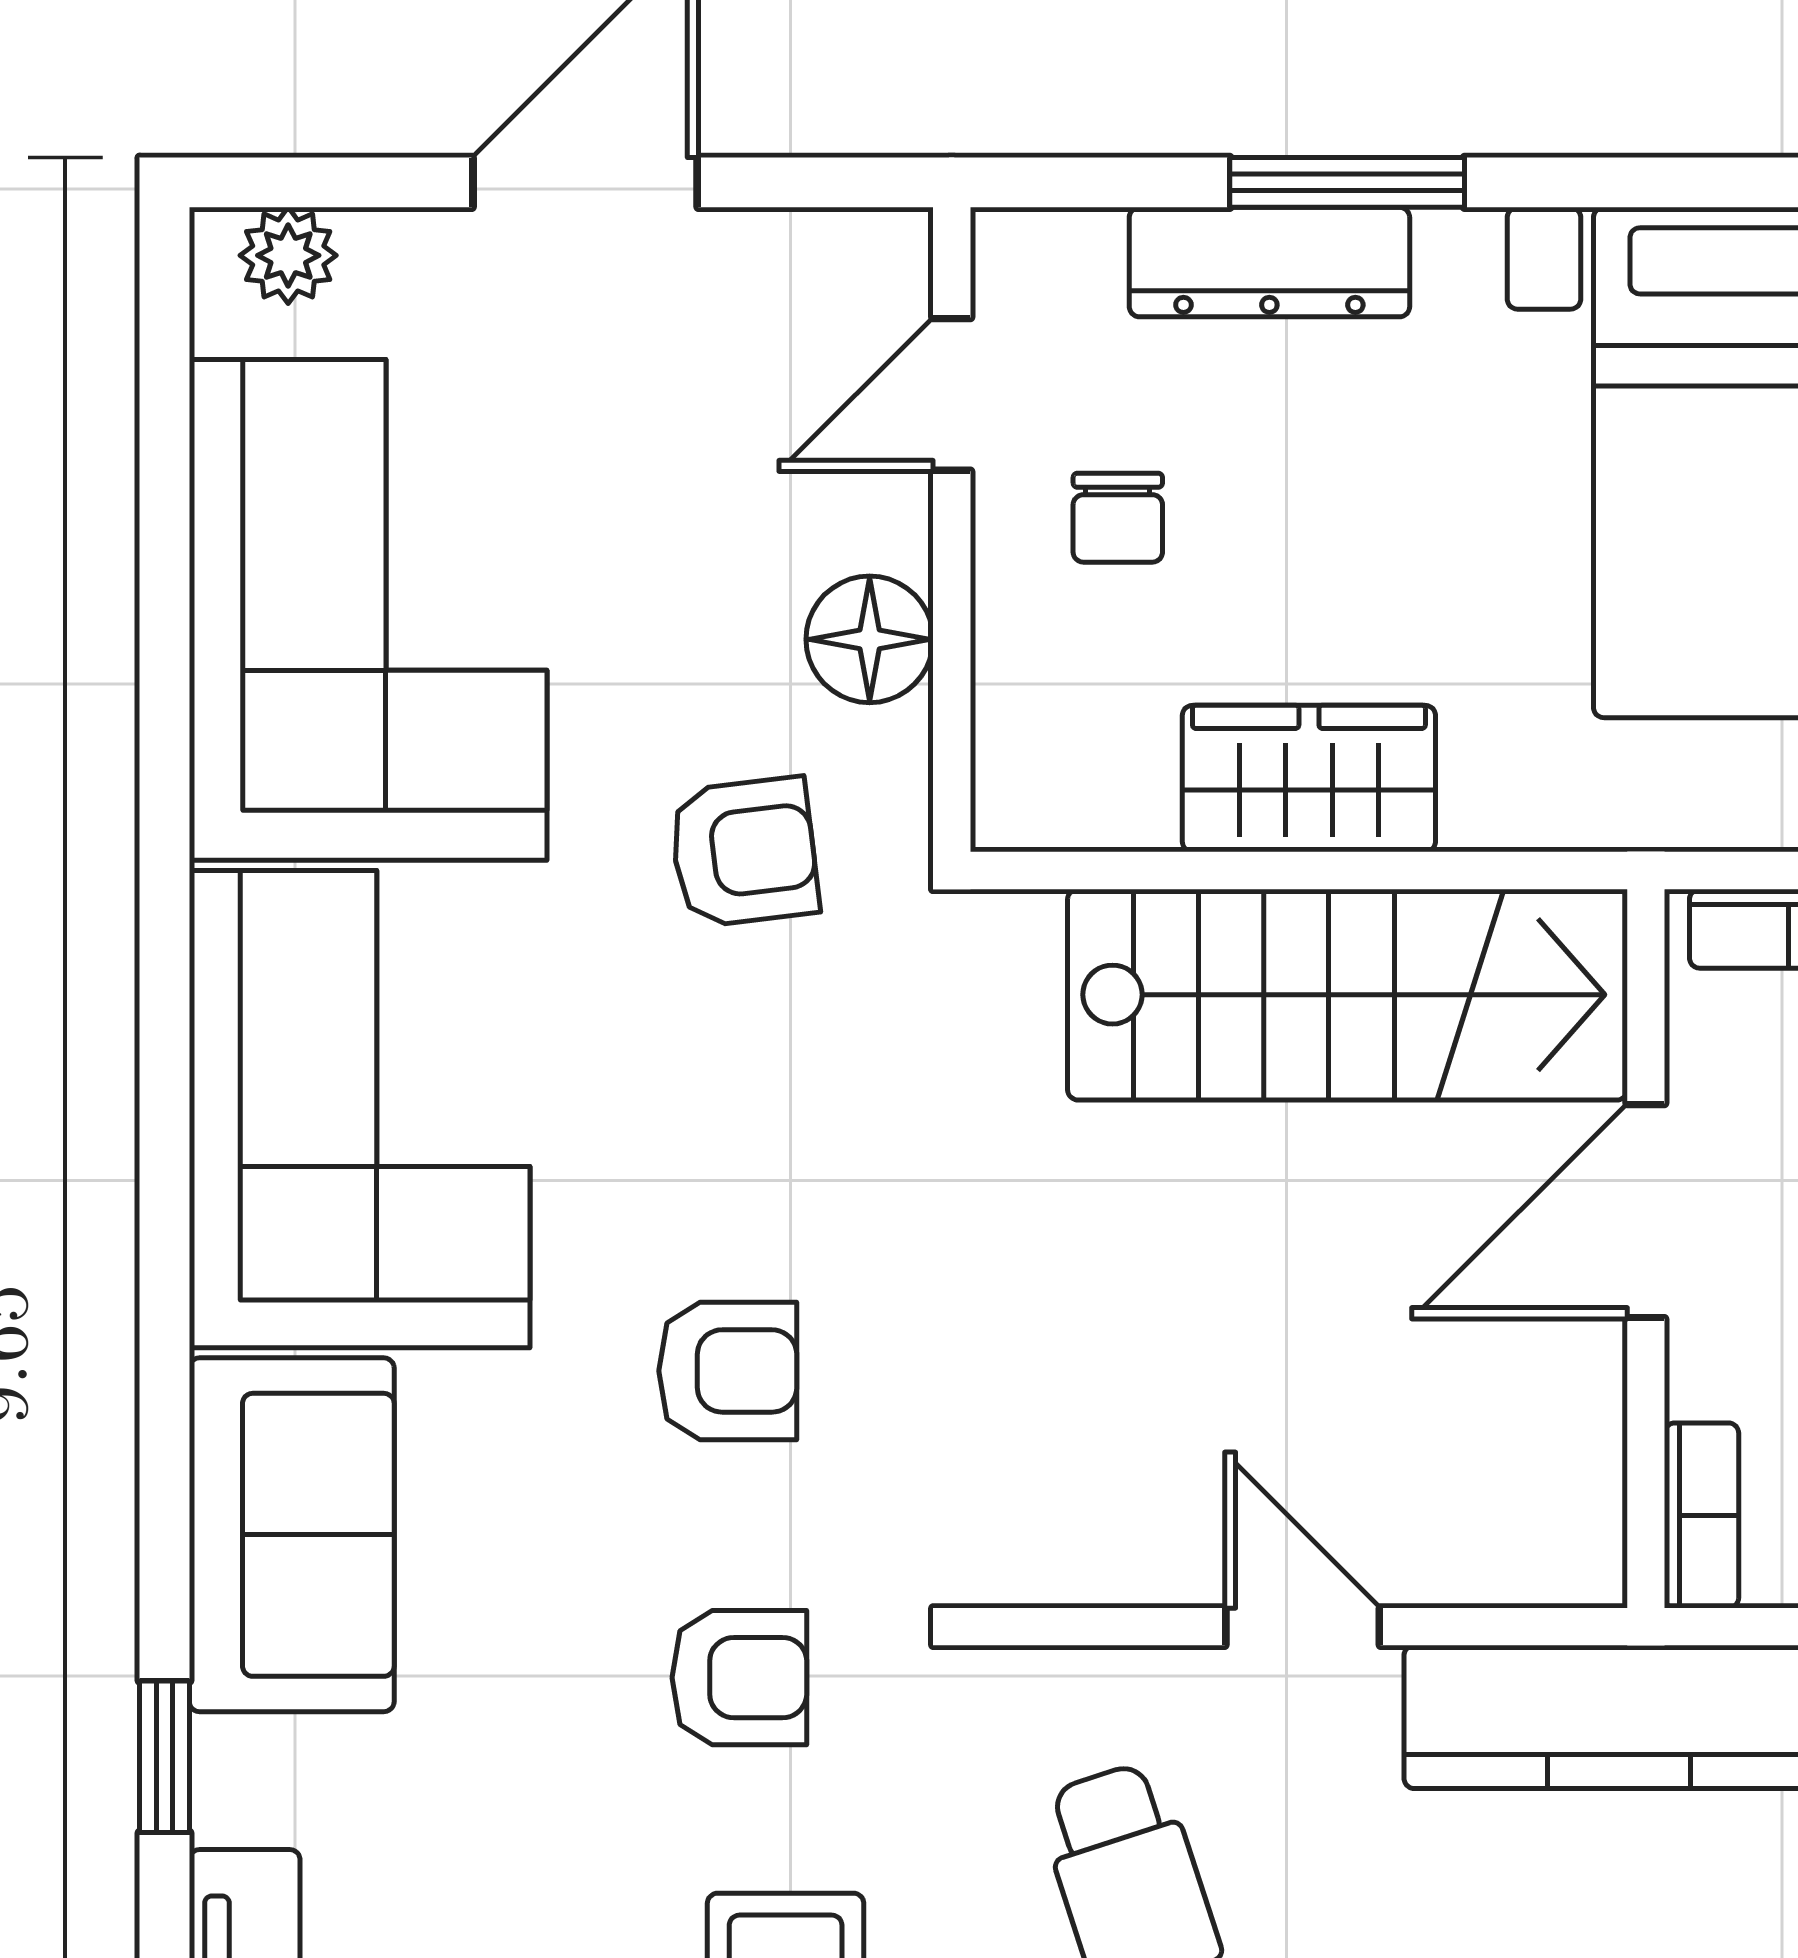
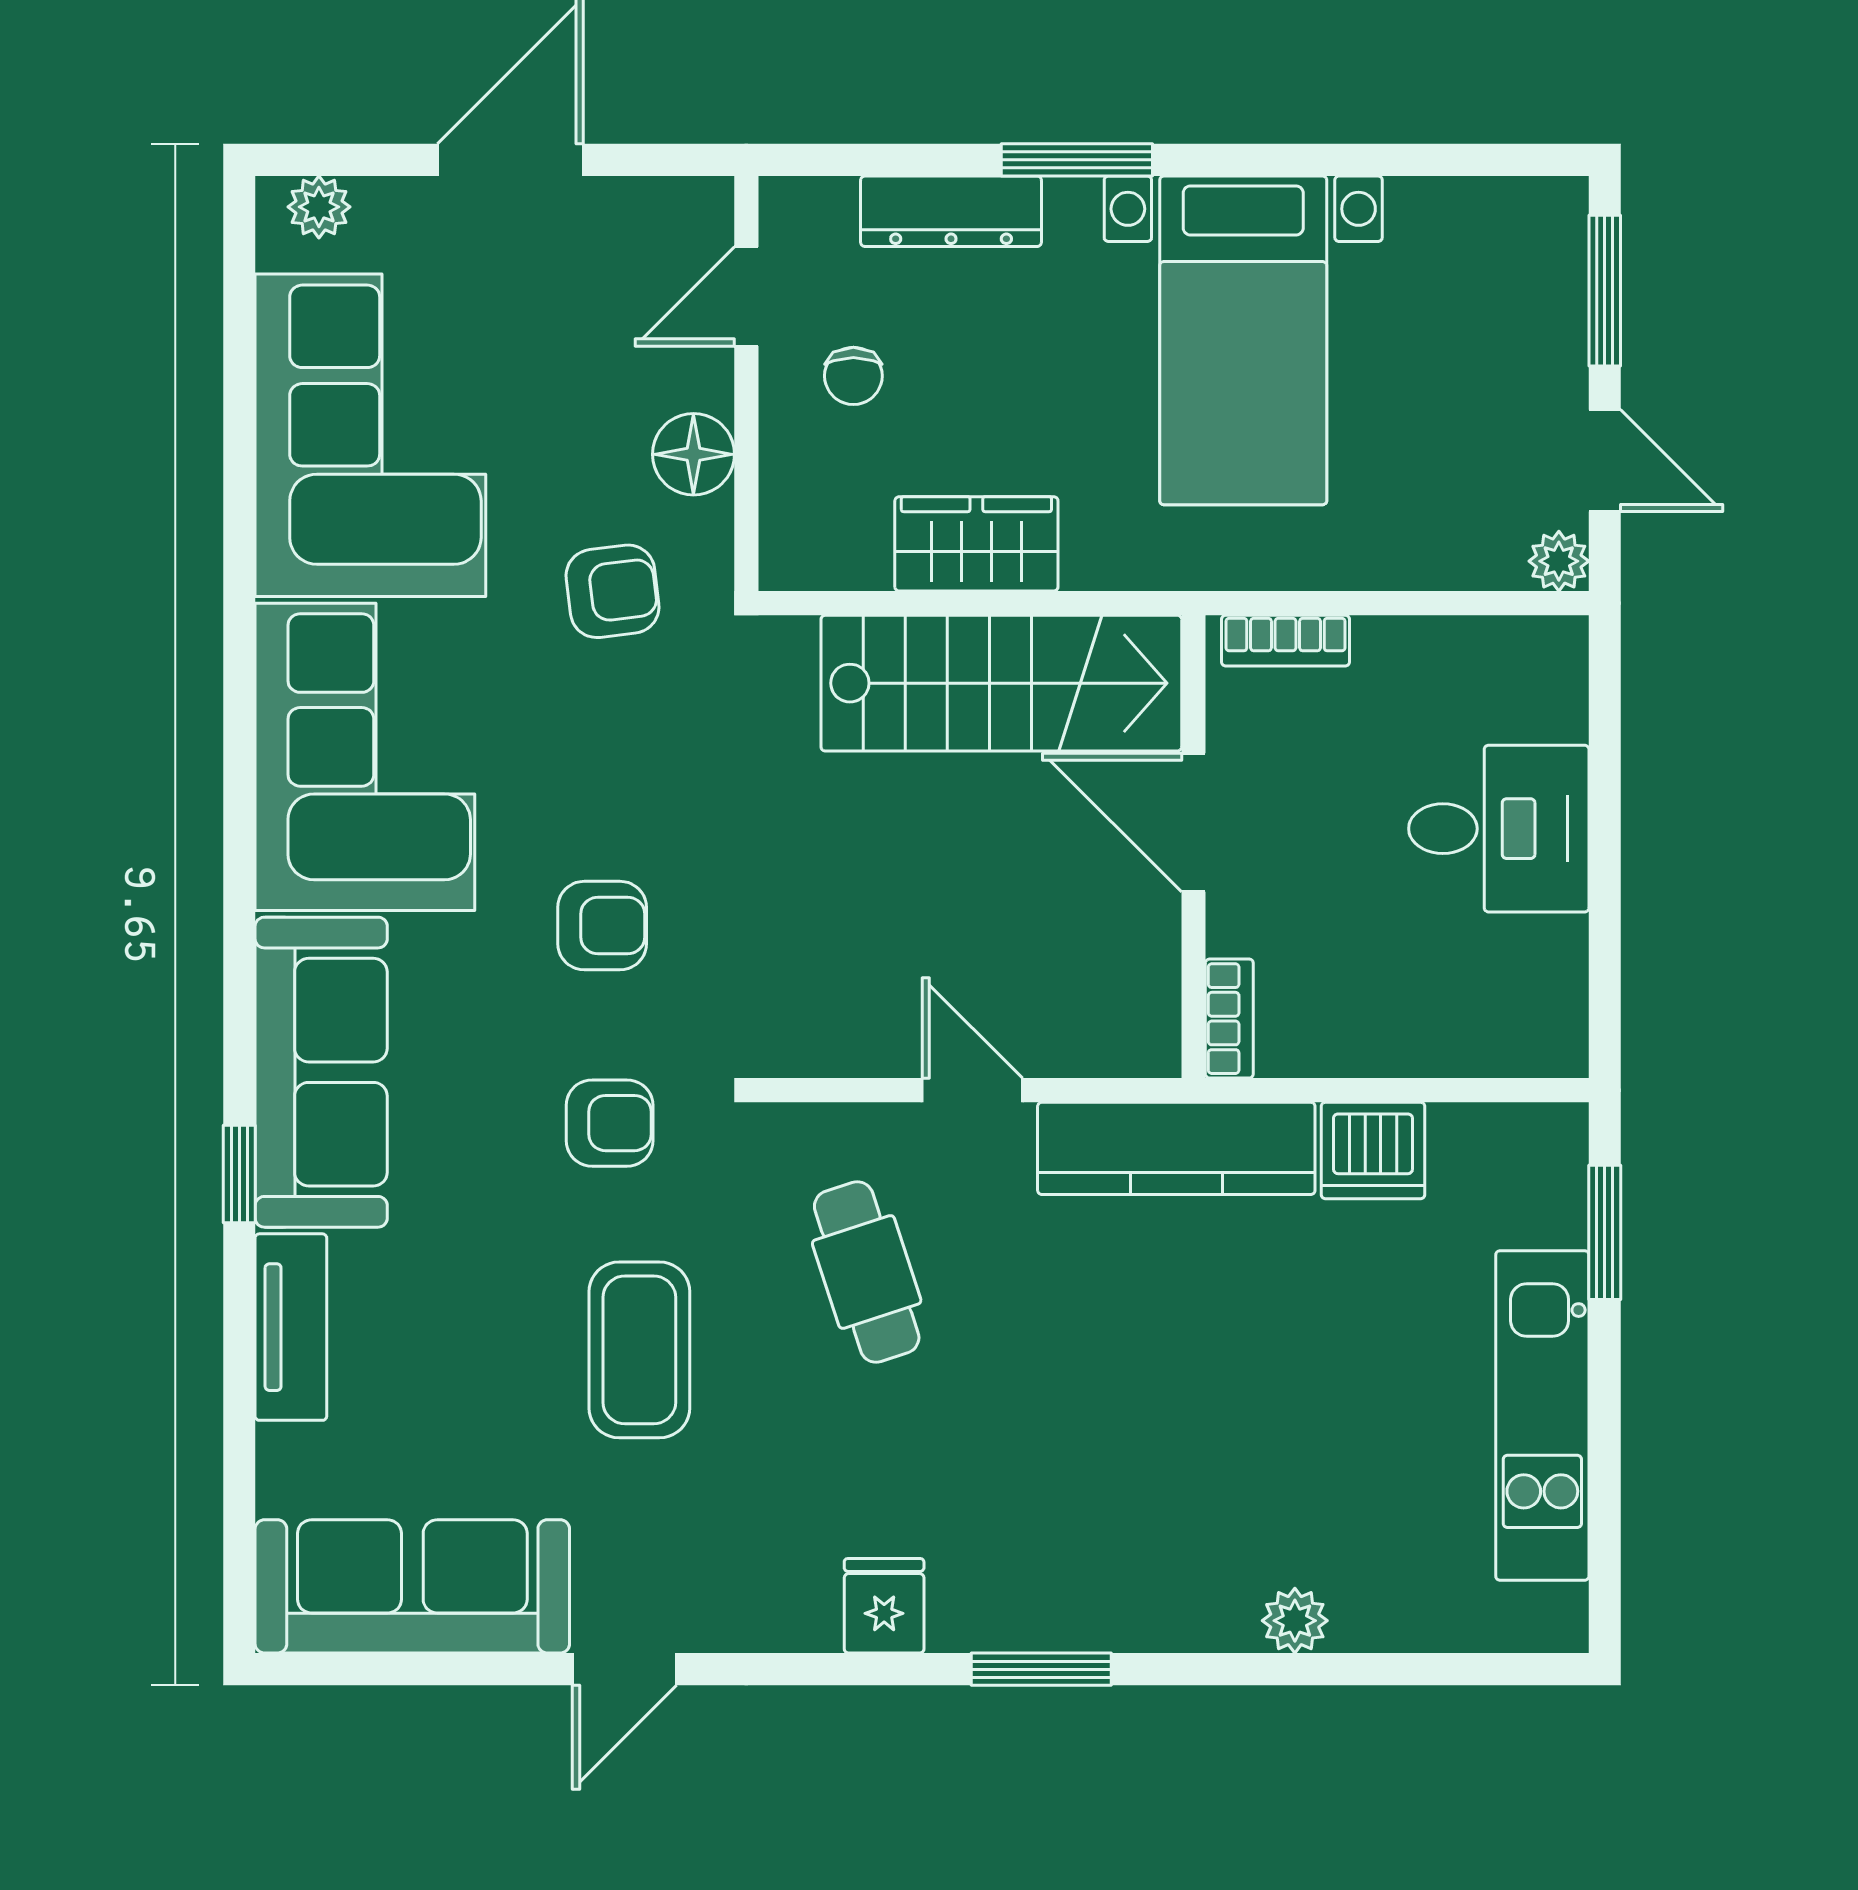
window: (1347, 182) -> (1077, 160), moved
door: (1646, 1211) -> (1194, 823), hinge flipped
sofa: (292, 1535) -> (321, 1072), width x1.36

